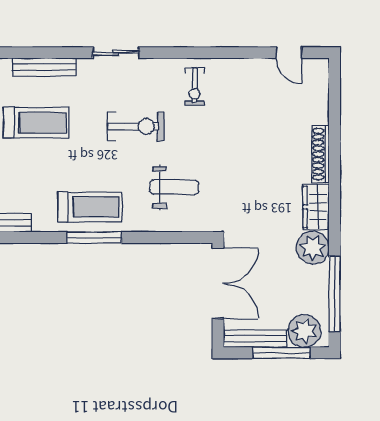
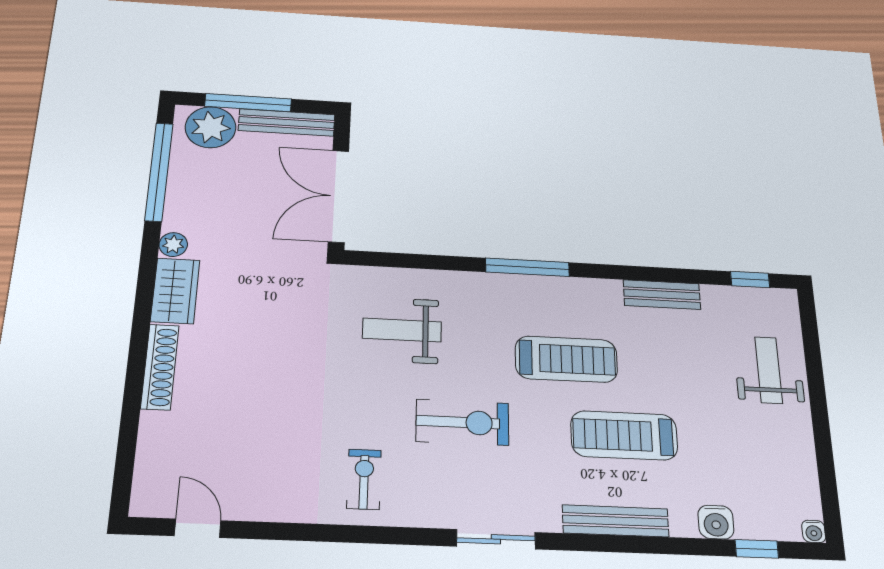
exercise bike: (136, 126) -> (463, 422), turned 180
treadmill: (90, 207) -> (566, 359), moved, turned 180
plant: (313, 248) -> (173, 245), width x0.53, depth x0.53

